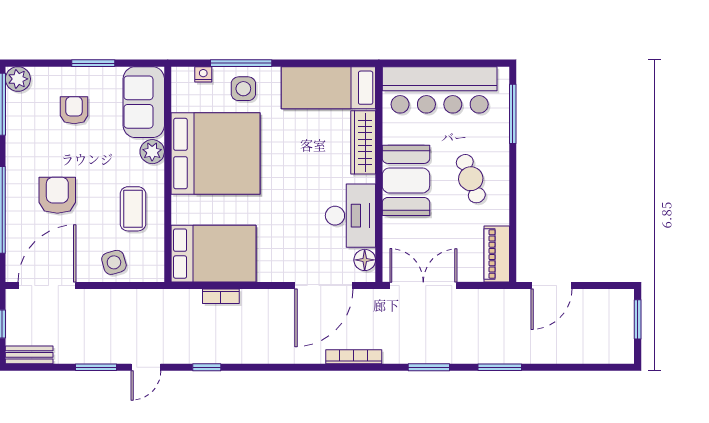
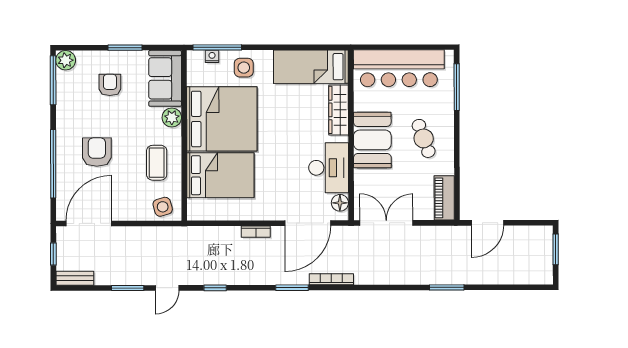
window: (241, 63) -> (217, 47), moved
bed: (213, 254) -> (220, 175), moved
side table: (114, 262) -> (163, 207), moved
bookcase: (221, 296) -> (256, 232), moved
window: (429, 367) -> (292, 288), moved

